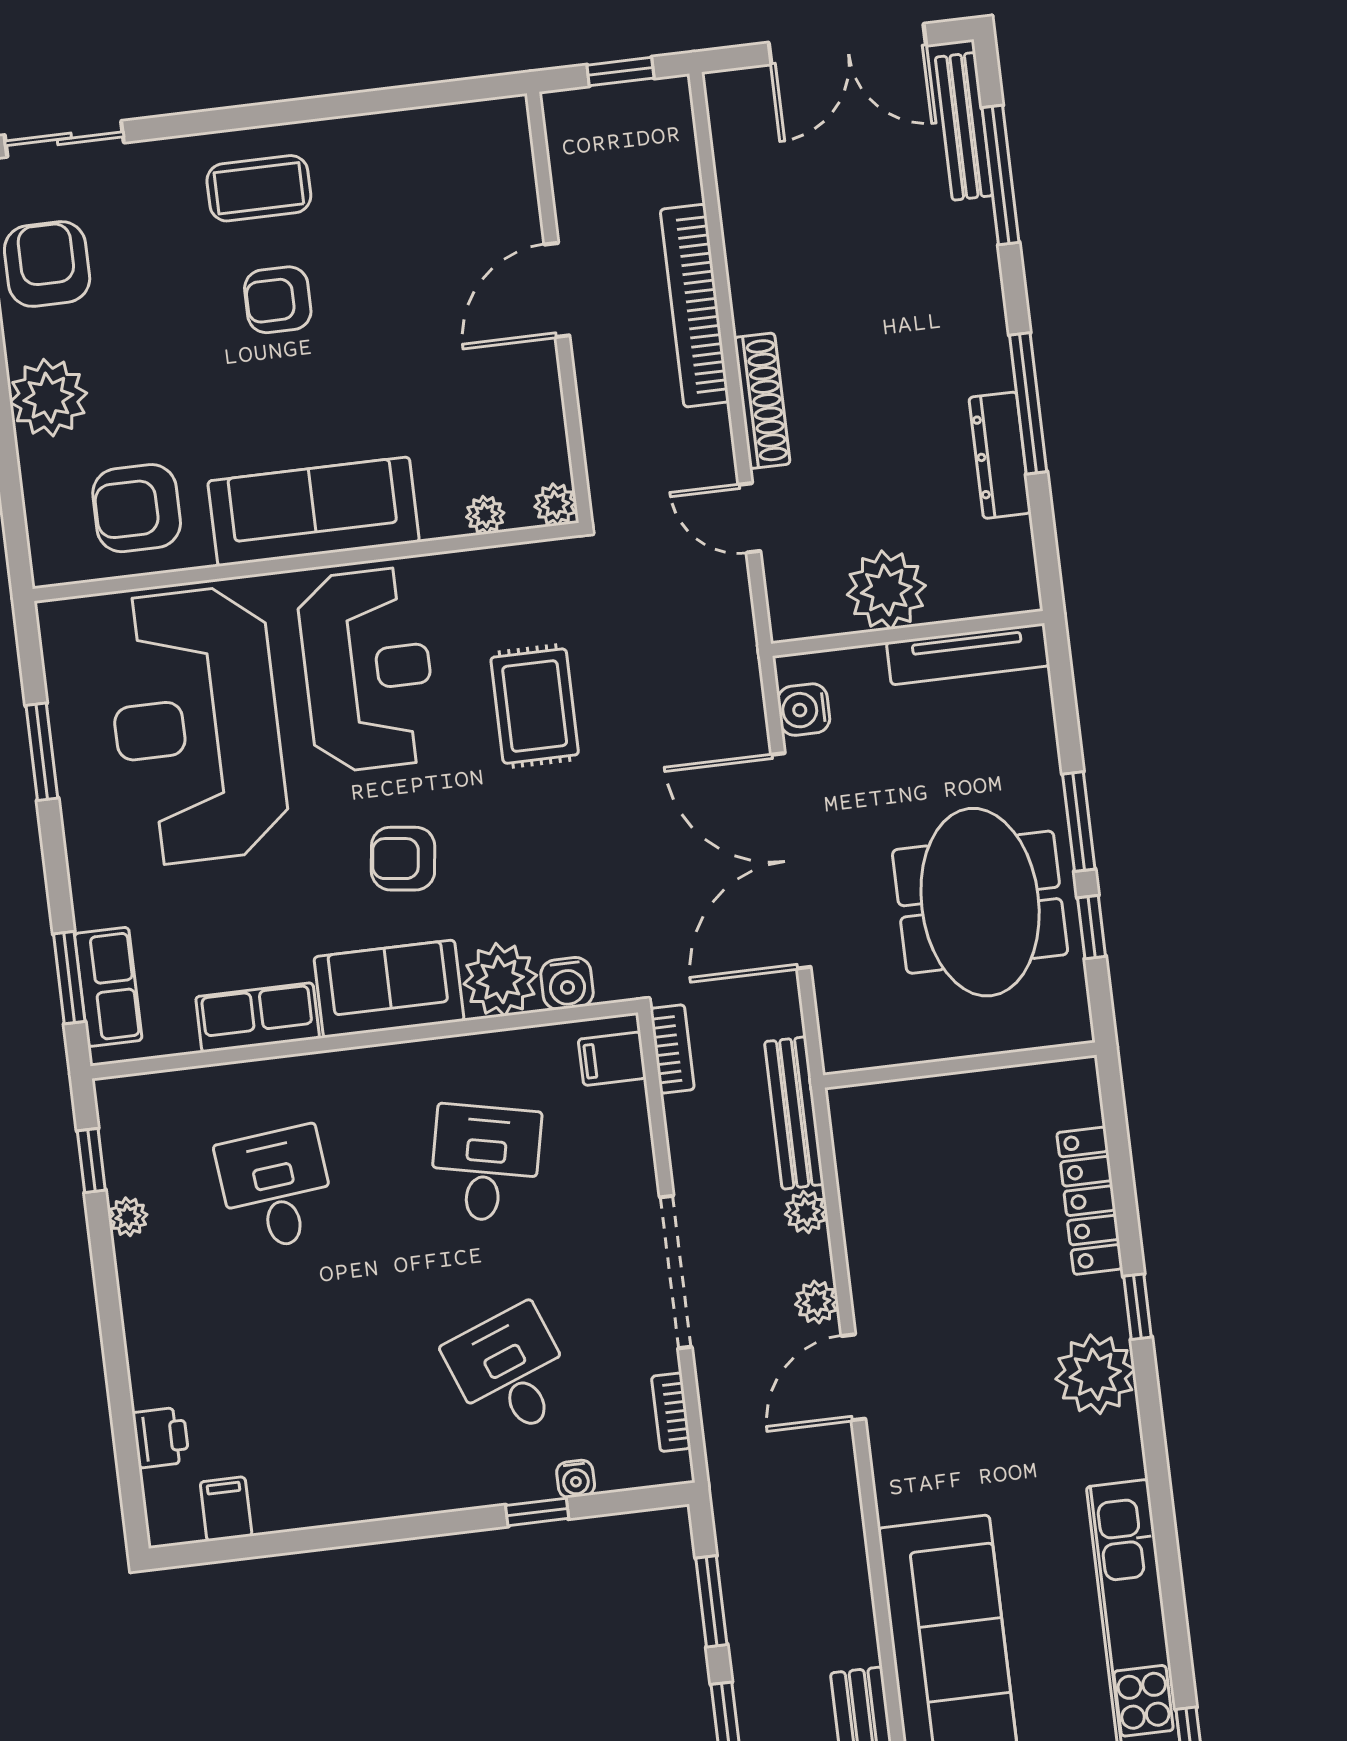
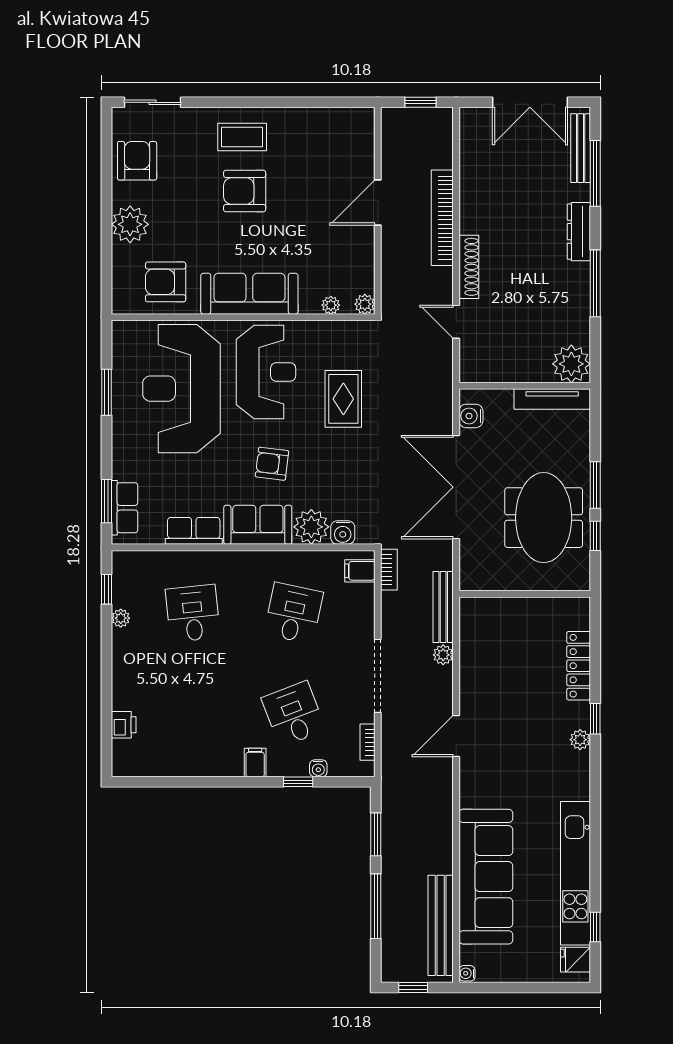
armchair: (278, 300) -> (245, 191), width x1.38, depth x1.38
dresser: (1000, 455) -> (579, 232), moved
plant: (886, 590) -> (571, 364), moved
plant: (817, 1302) -> (443, 698), removed
plant: (1095, 1374) -> (580, 740), width x0.53, depth x0.53
filing cabinet: (226, 1509) -> (255, 763), moved

